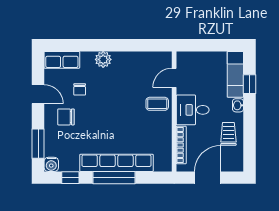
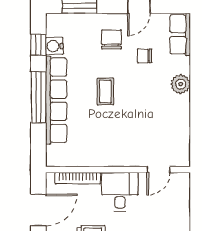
door: (174, 78) -> (158, 170), swing flipped
coffee table: (157, 104) -> (105, 91), moved
water cooler: (51, 164) -> (54, 46), moved
door: (208, 178) -> (38, 210), hinge flipped

